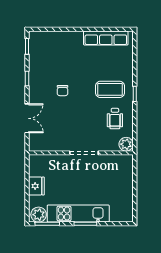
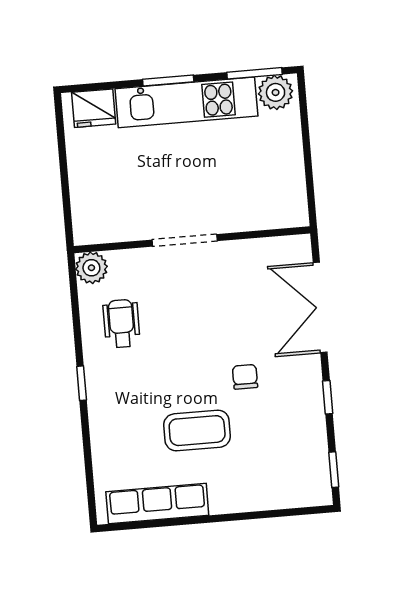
coffee table: (110, 89) -> (197, 431), moved
double door: (27, 118) -> (320, 307), width x1.37
fridge: (36, 186) -> (94, 108), moved, turned -90

